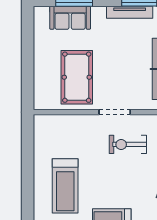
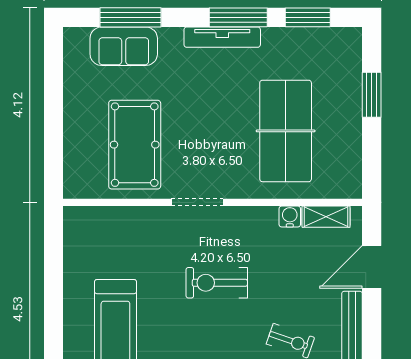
exercise bike: (128, 144) -> (217, 283), moved

